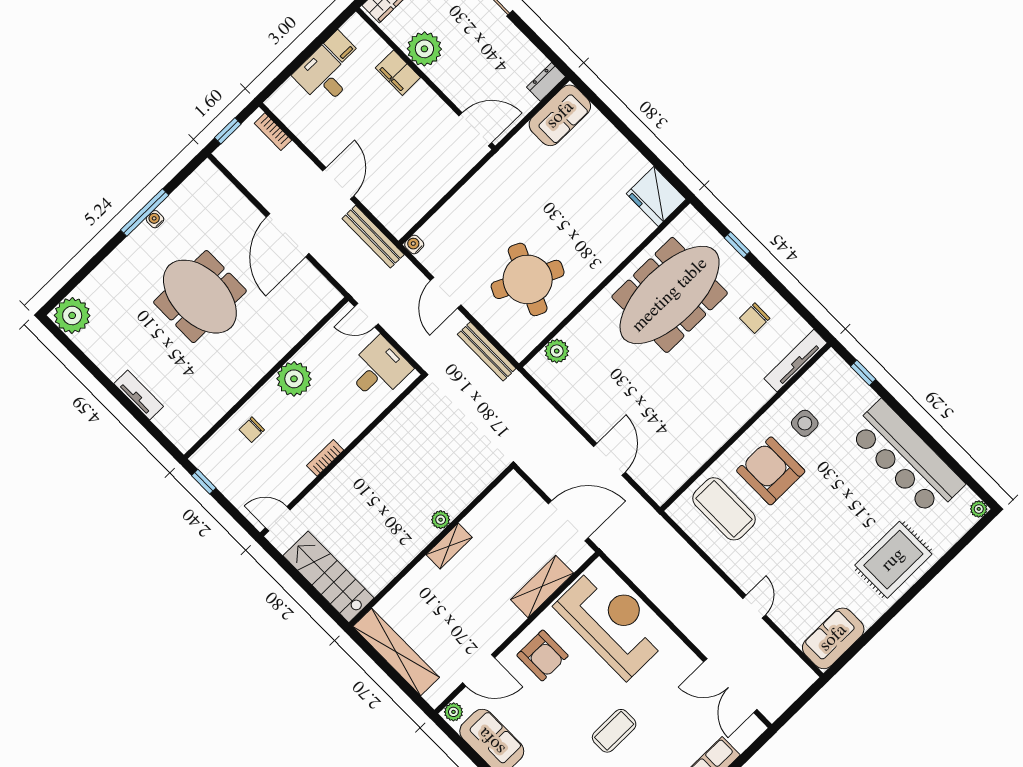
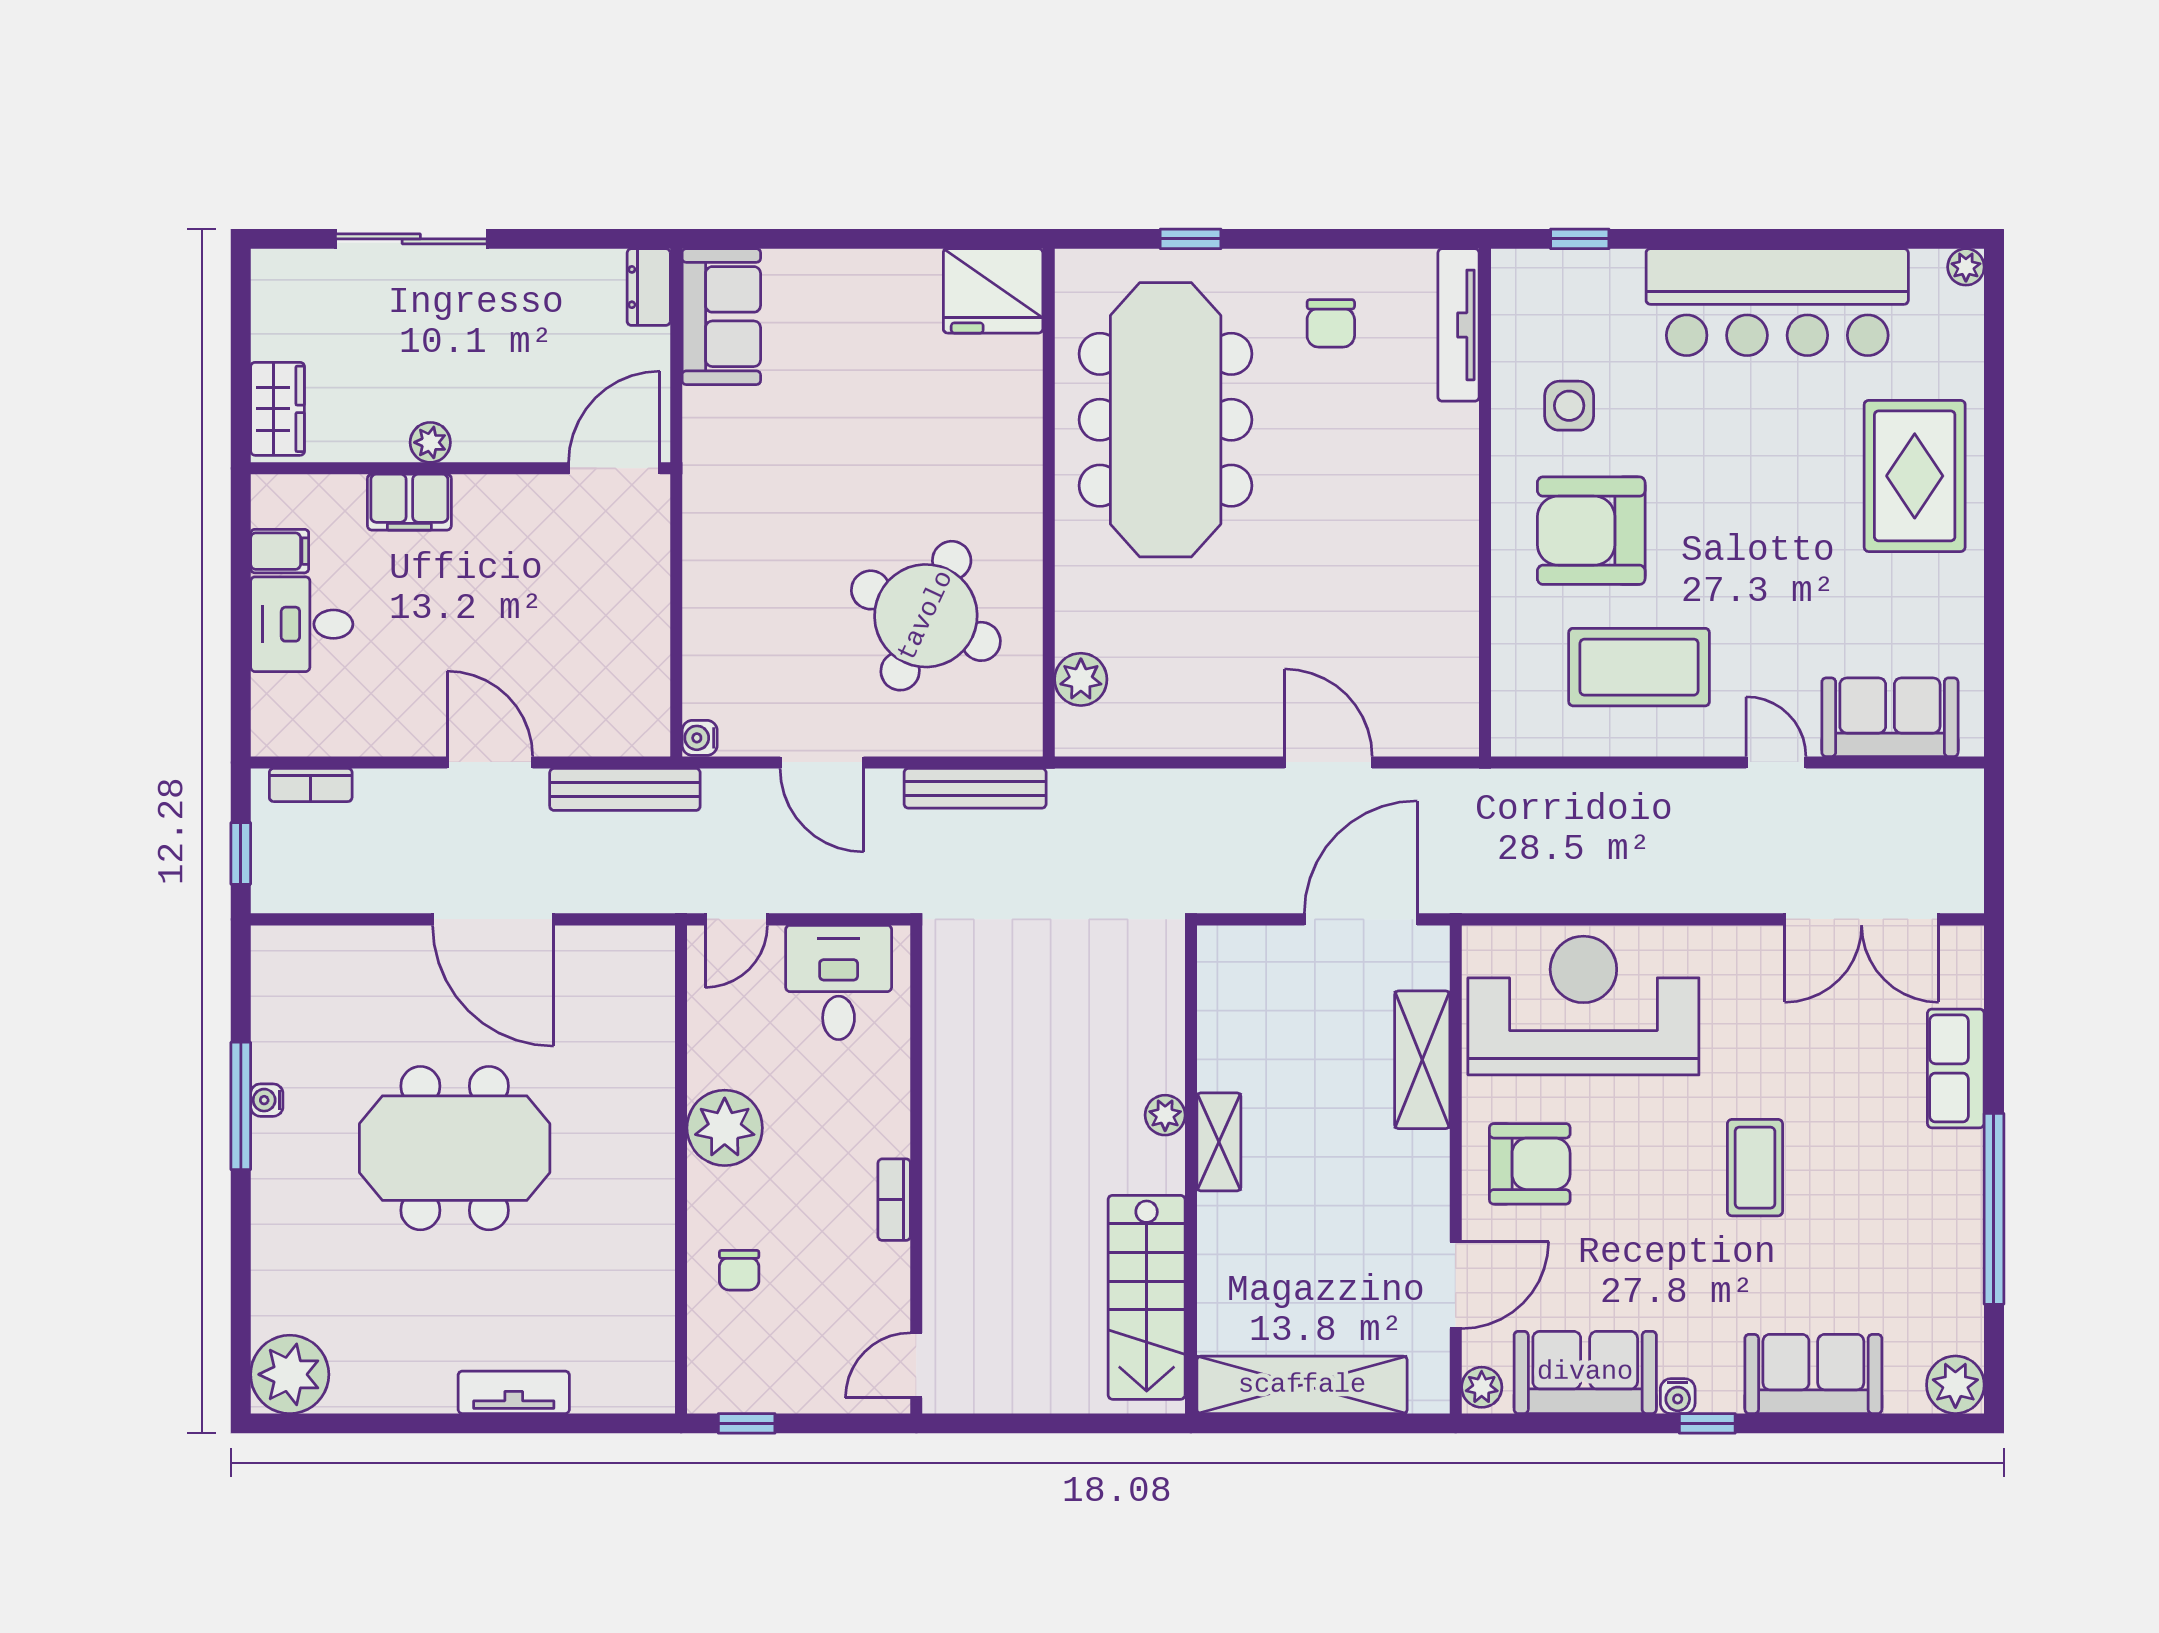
plant: (424, 49) -> (430, 442), width x0.53, depth x0.53
coffee table: (724, 509) -> (1639, 667), moved
stairs: (329, 577) -> (1147, 1297), moved, turned -90
sofa: (833, 638) -> (1890, 717), moved, turned 90

